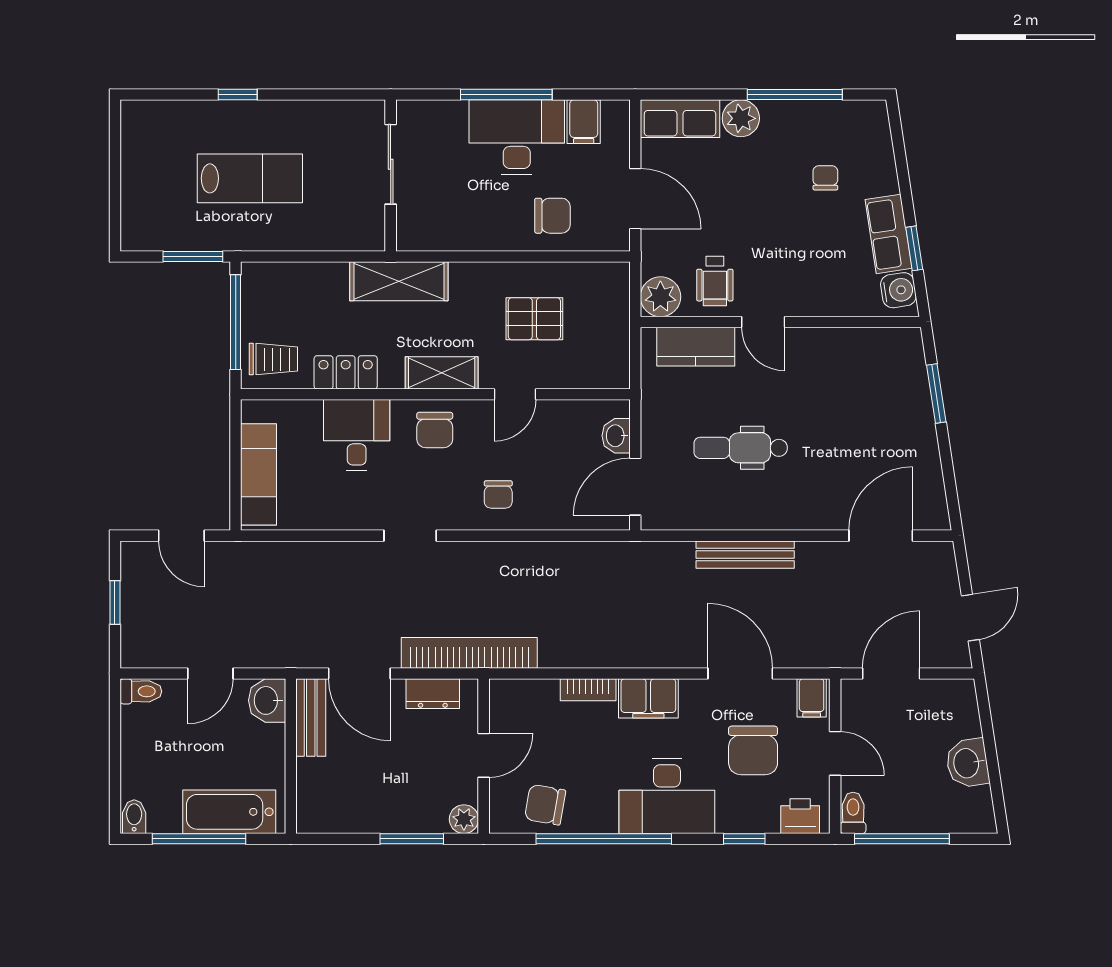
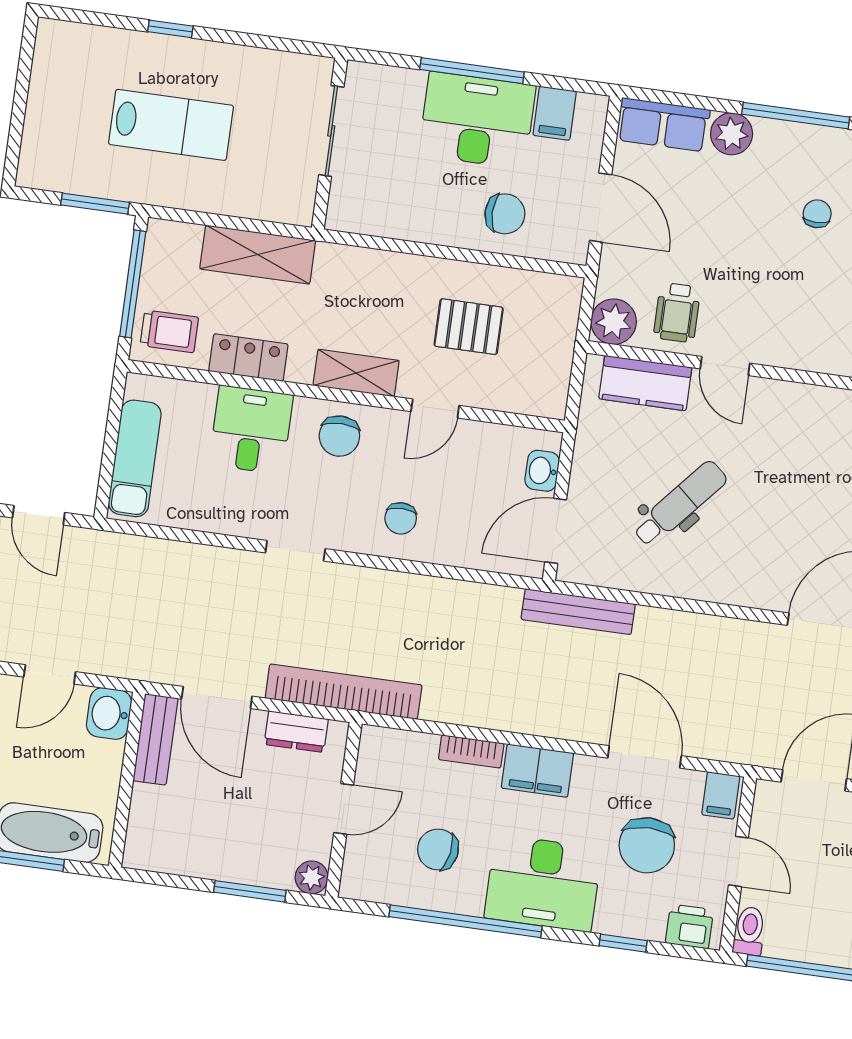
shelving: (399, 281) -> (258, 255), moved
dental chair: (741, 448) -> (680, 504), turned 131
bench: (745, 555) -> (578, 612), moved
chair: (545, 805) -> (438, 849), moved

